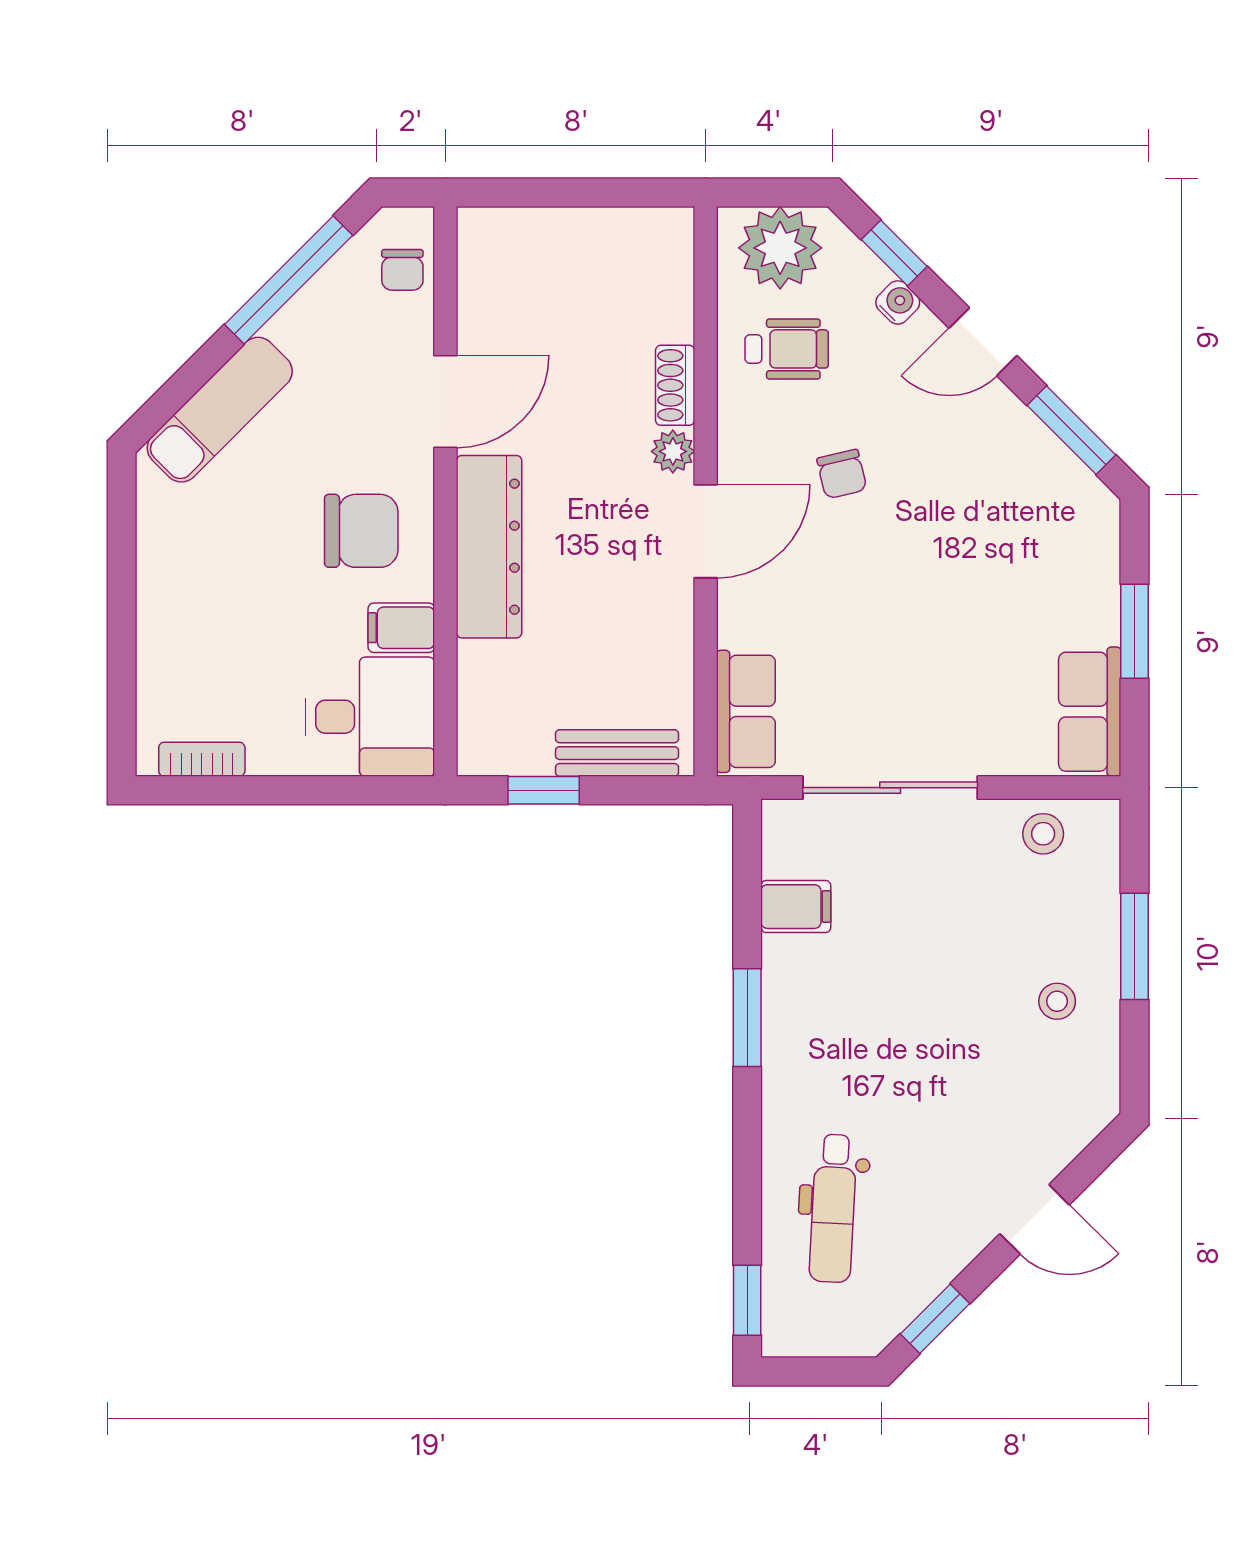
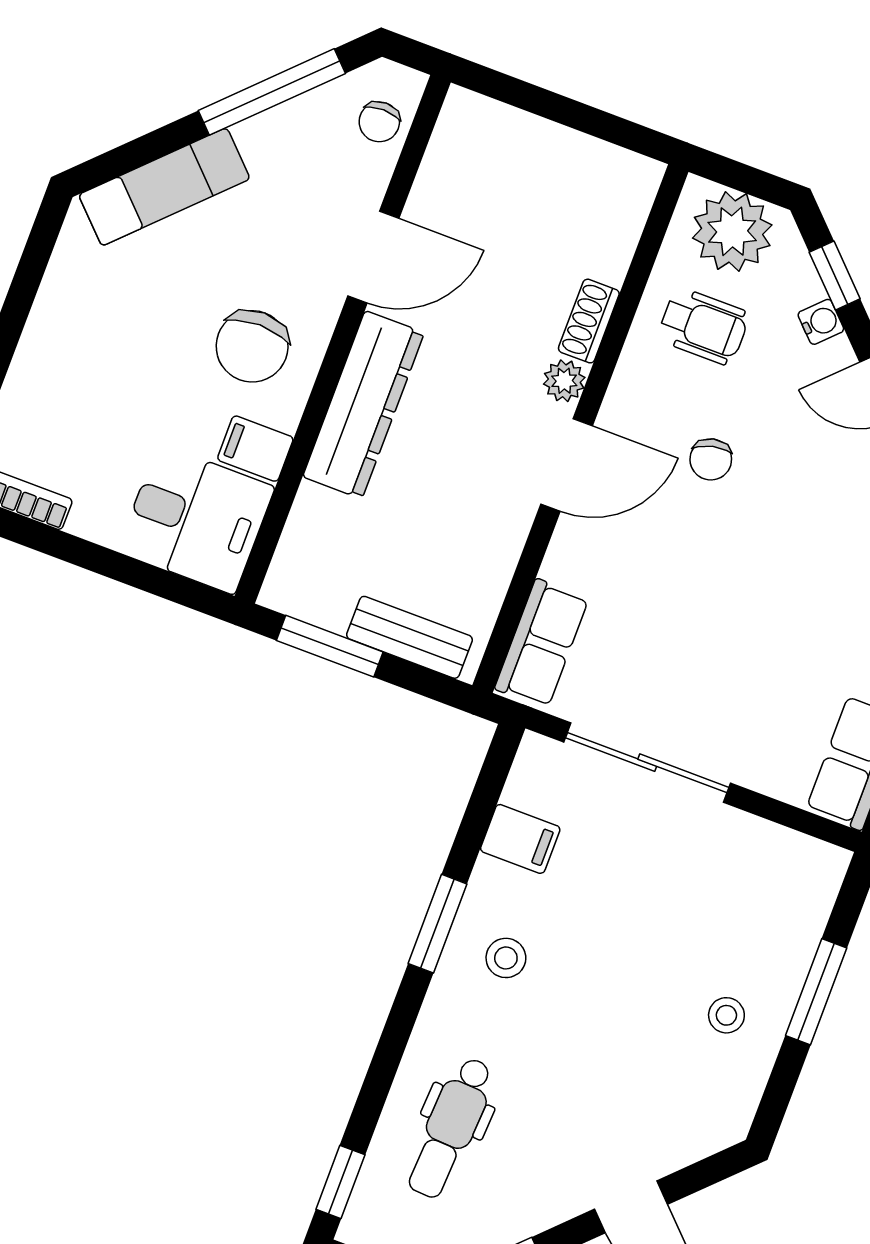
chair: (361, 531) -> (252, 346), turned 90
window: (544, 790) -> (330, 646), width x1.50
stool: (1043, 834) -> (506, 958), moved

